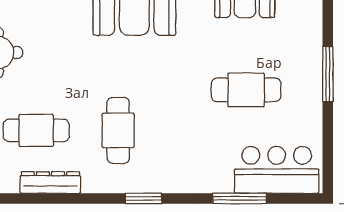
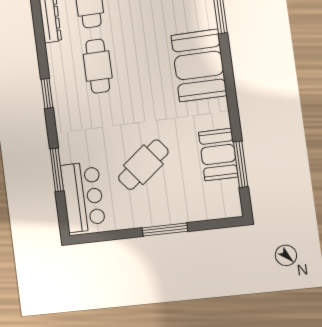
cafe table: (246, 90) -> (143, 165), turned 52
cafe table: (118, 130) -> (98, 66), turned 90

